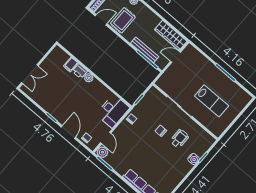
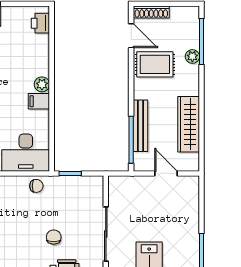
wardrobe: (171, 35) -> (189, 124), moved
filing cabinet: (71, 65) -> (39, 101), moved
printer: (80, 71) -> (40, 23), moved

